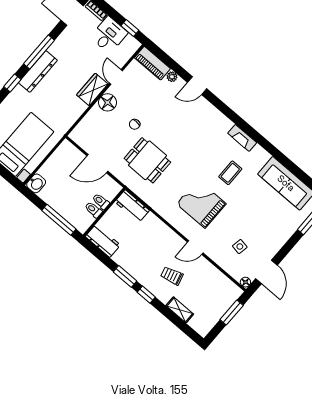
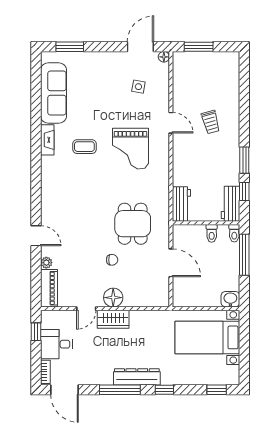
fireplace: (242, 138) -> (47, 140), moved
toilet: (101, 201) -> (234, 233), moved
window: (146, 295) -> (244, 191), moved
shelving: (180, 310) -> (233, 91), removed

